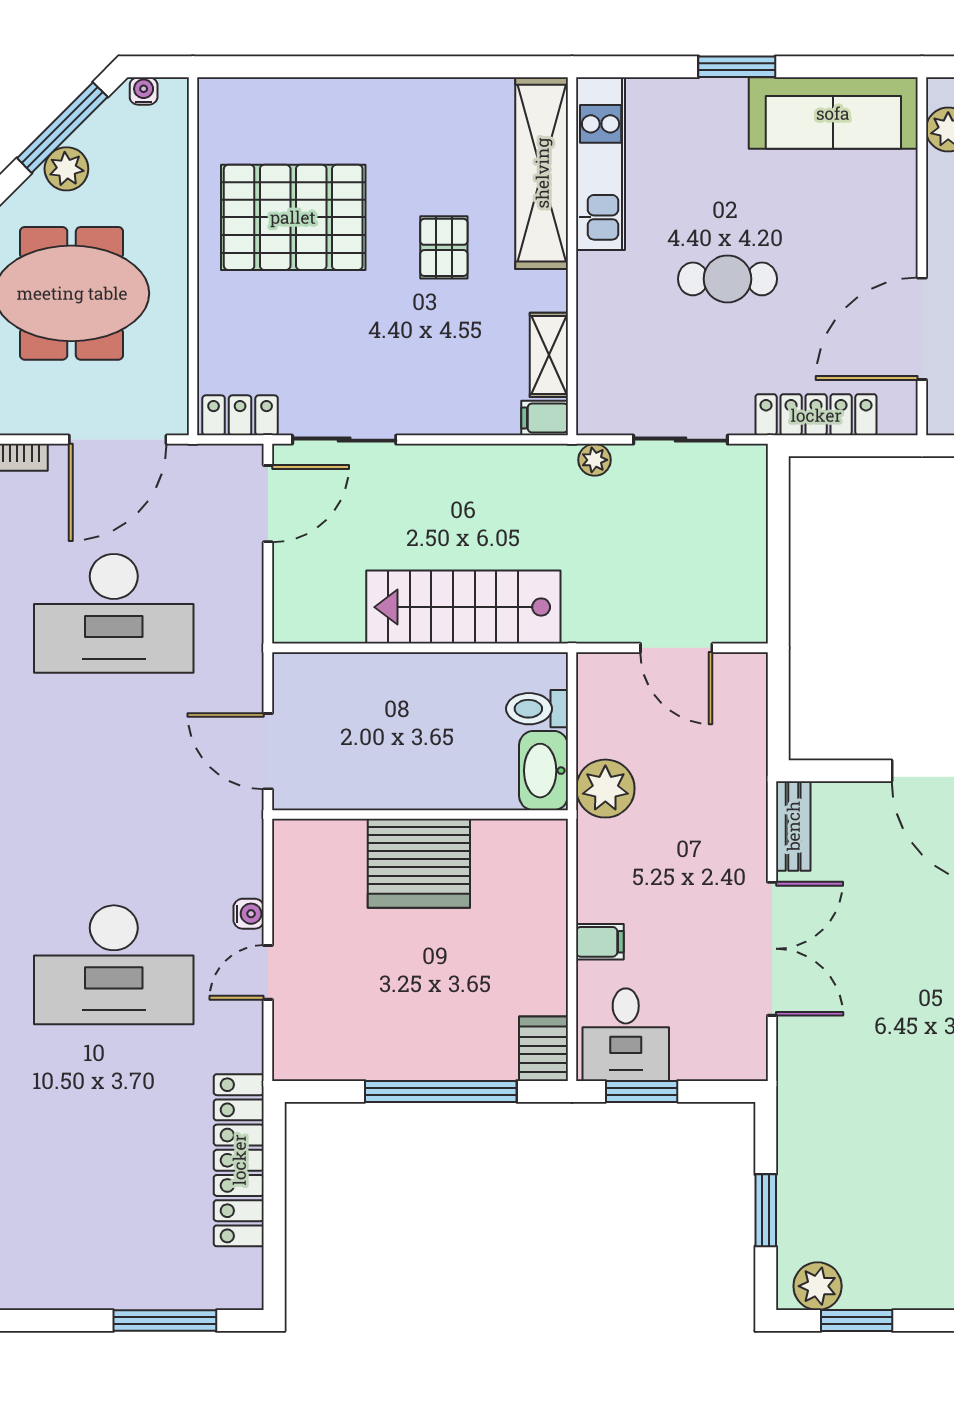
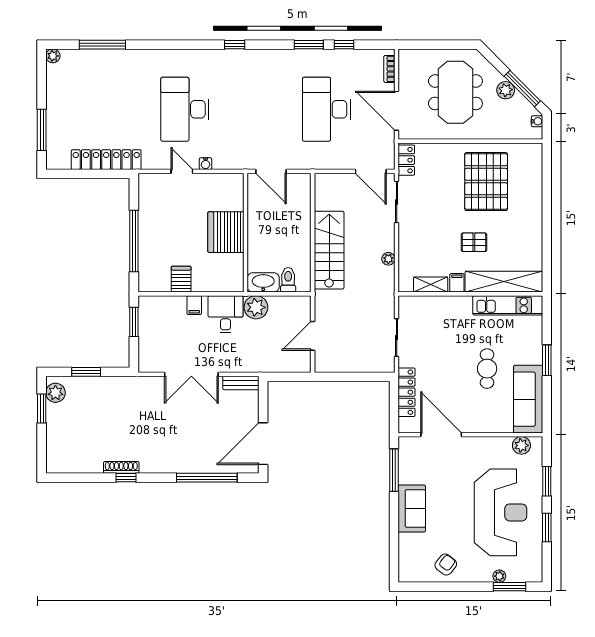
cafe table: (727, 279) -> (487, 369), moved
filing cabinet: (545, 418) -> (457, 283), moved
plant: (595, 460) -> (388, 259), moved
door: (268, 751) -> (271, 171), swing flipped
desk: (626, 1035) -> (226, 314), moved, turned 90
server rack: (543, 1049) -> (181, 279), moved, turned -90

